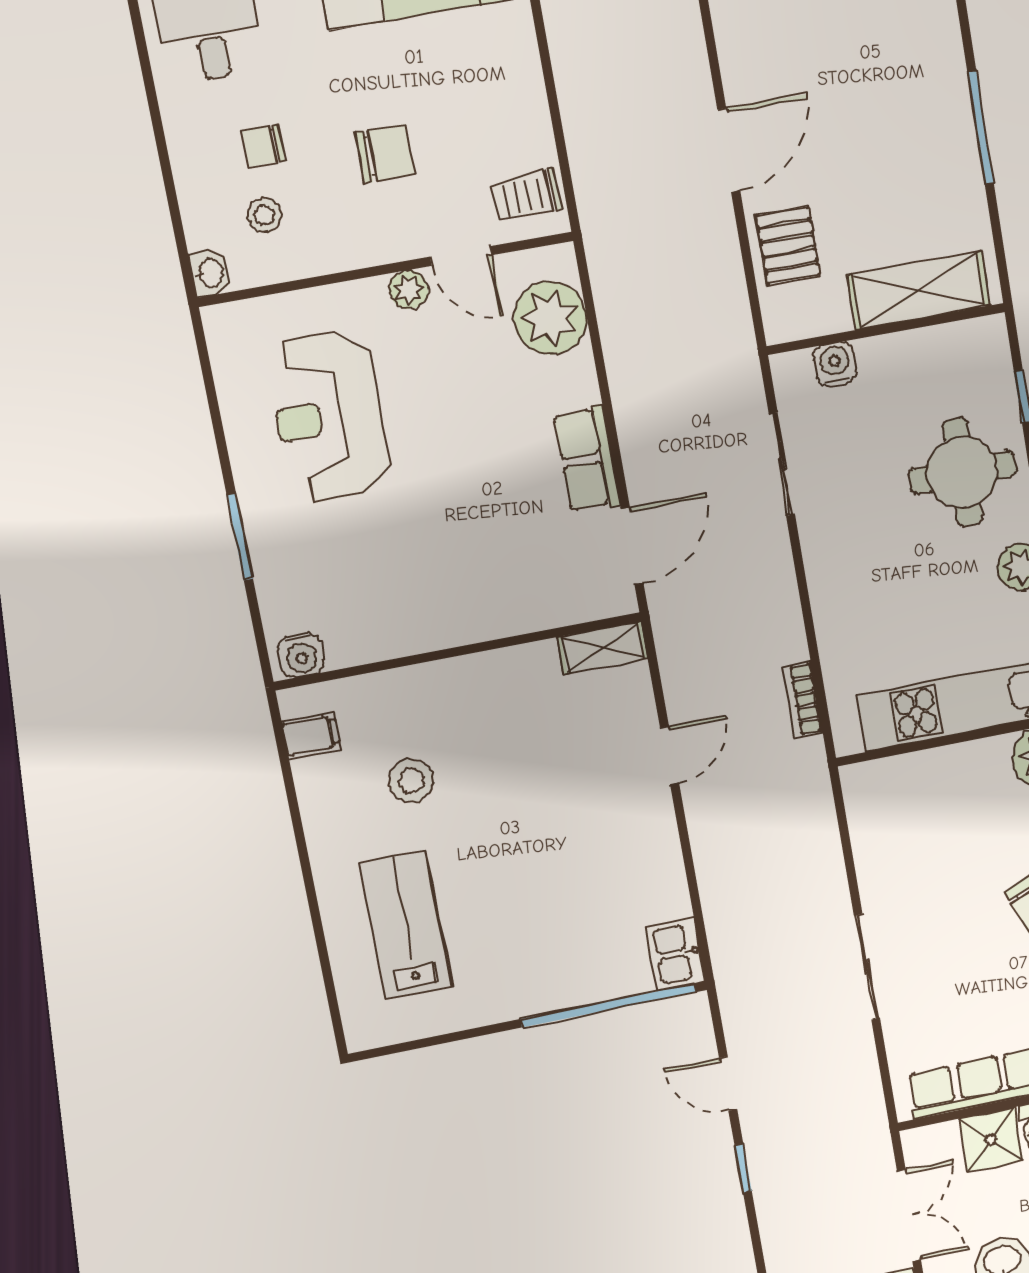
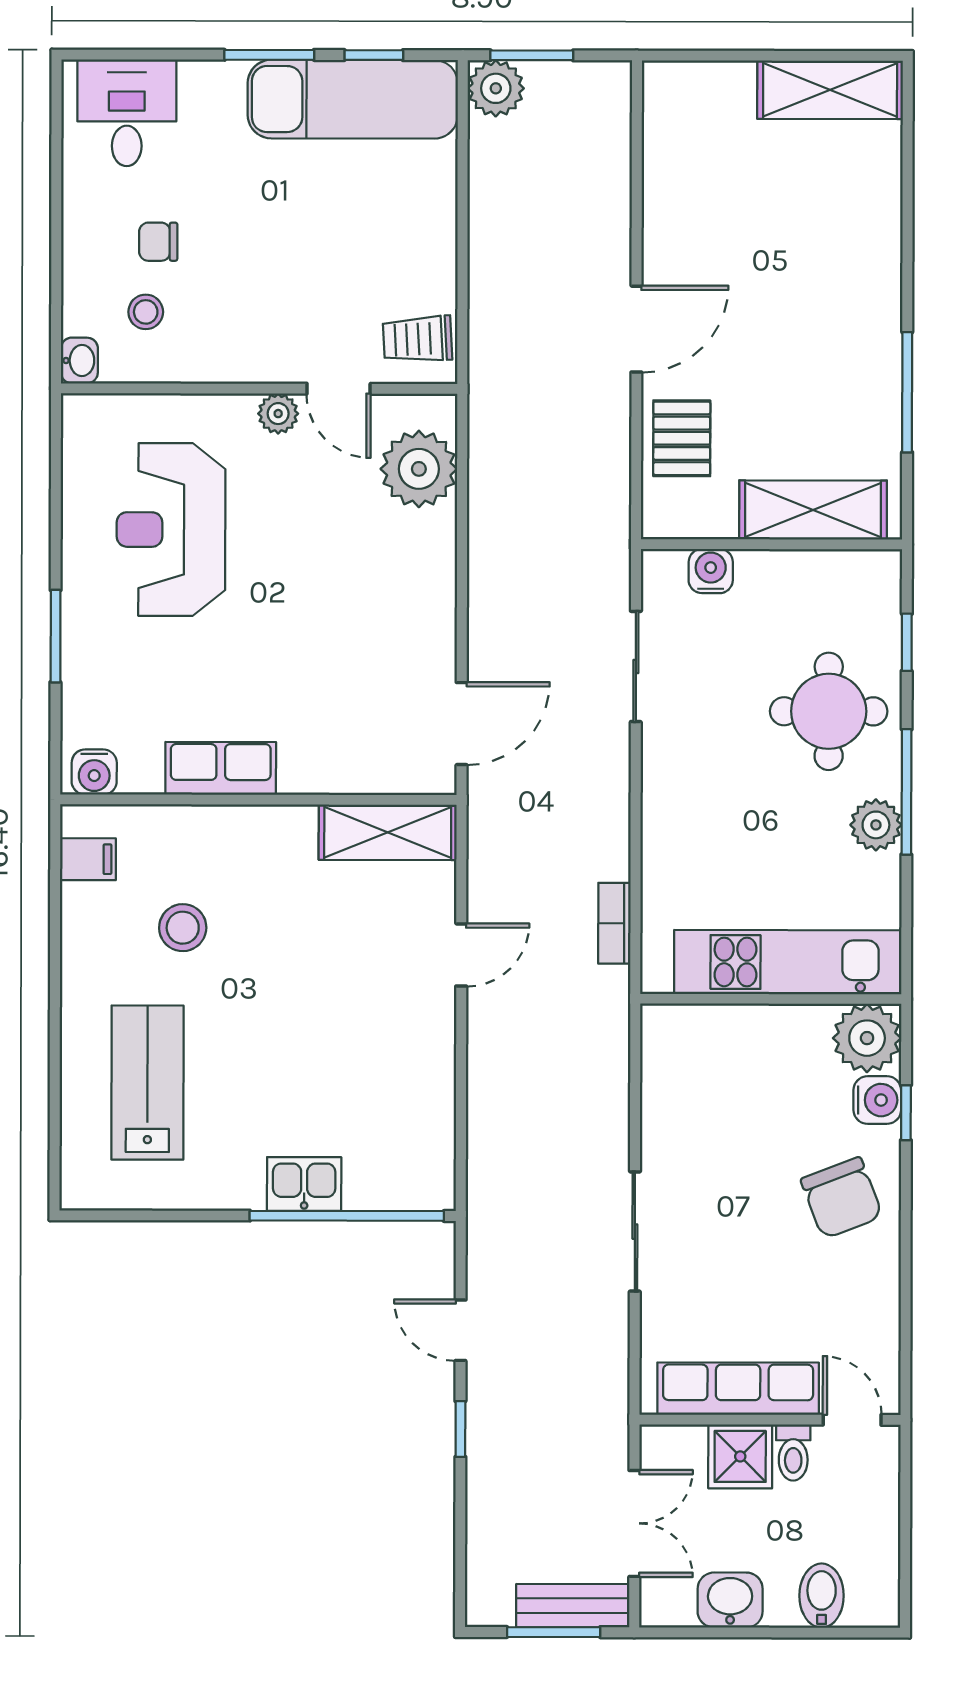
window: (981, 128) -> (907, 392), moved
chair: (385, 154) -> (281, 271), removed
row of seats: (587, 459) -> (221, 768), moved, turned 90
shelving: (603, 648) -> (388, 832), width x1.50, depth x1.33
kitchen sink: (676, 954) -> (304, 1184), moved, turned 90

